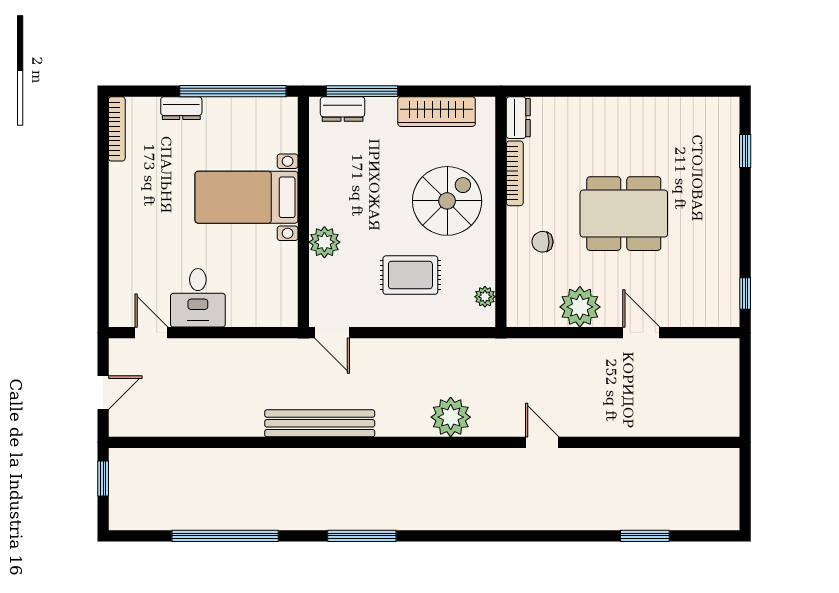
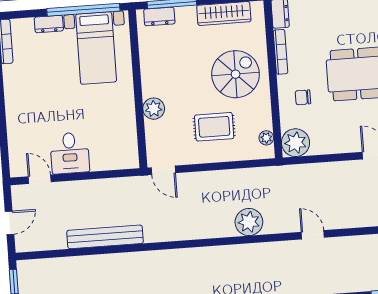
bed with nightstands: (247, 197) -> (96, 48), moved, turned -90
plant: (580, 307) -> (295, 143), moved
bench: (320, 423) -> (105, 237), moved

